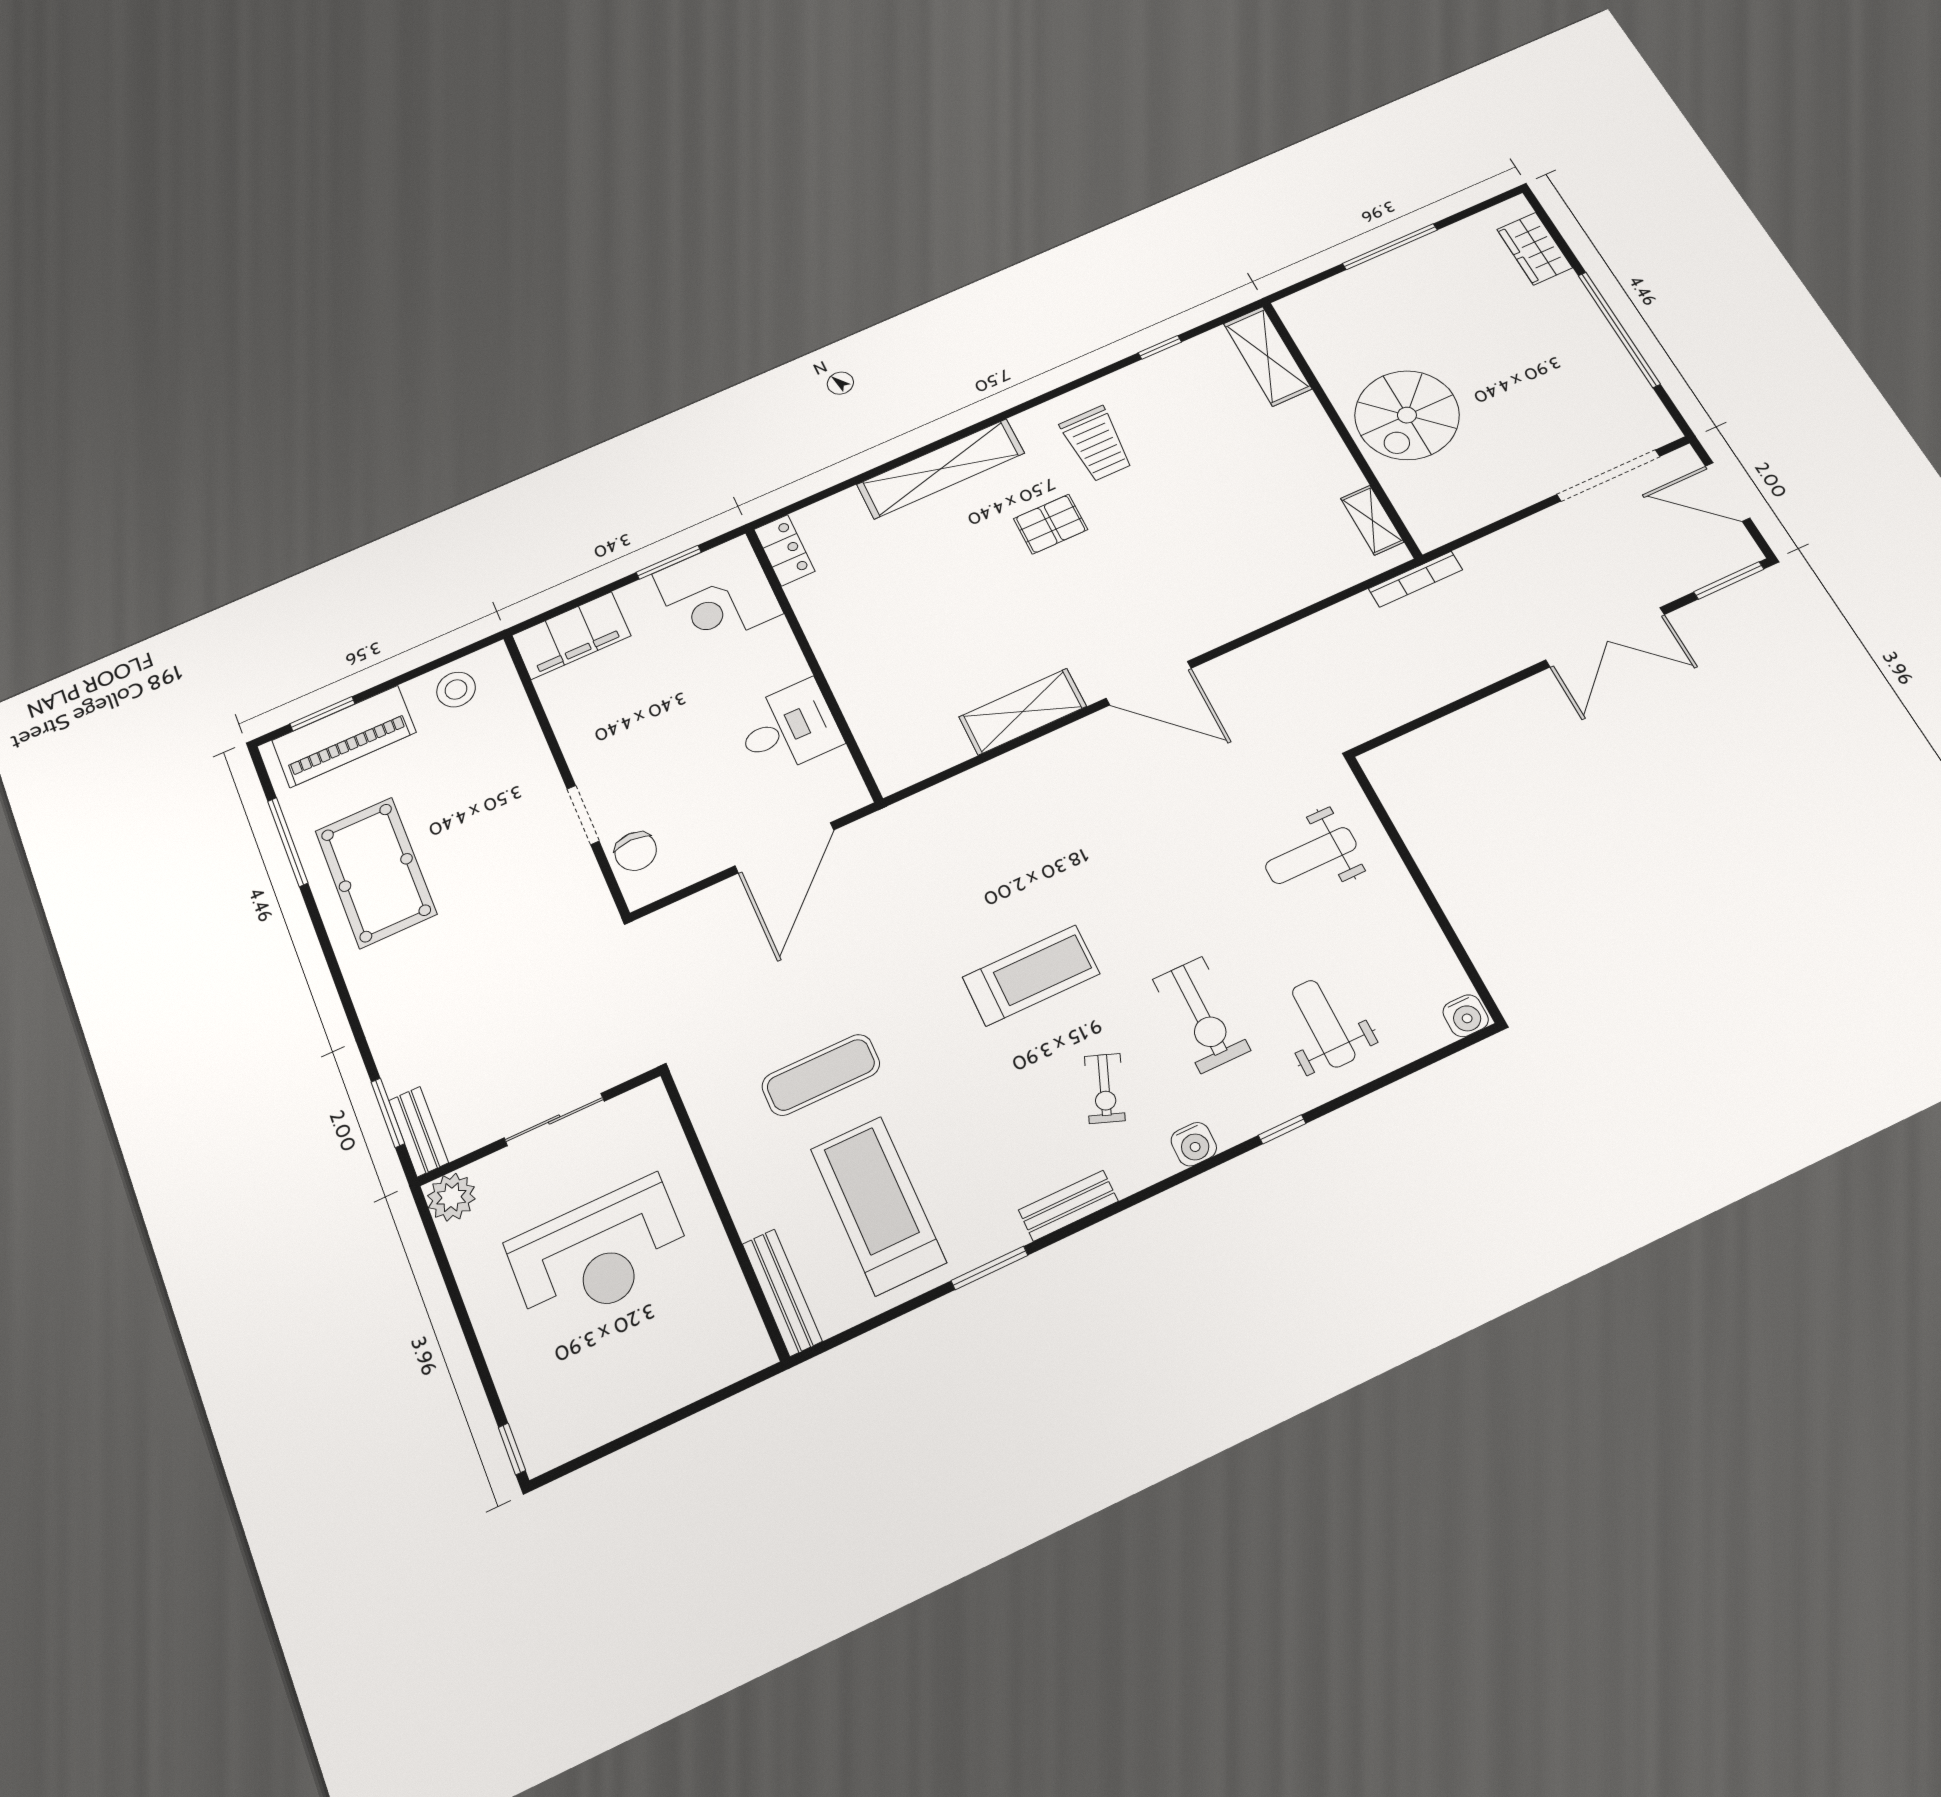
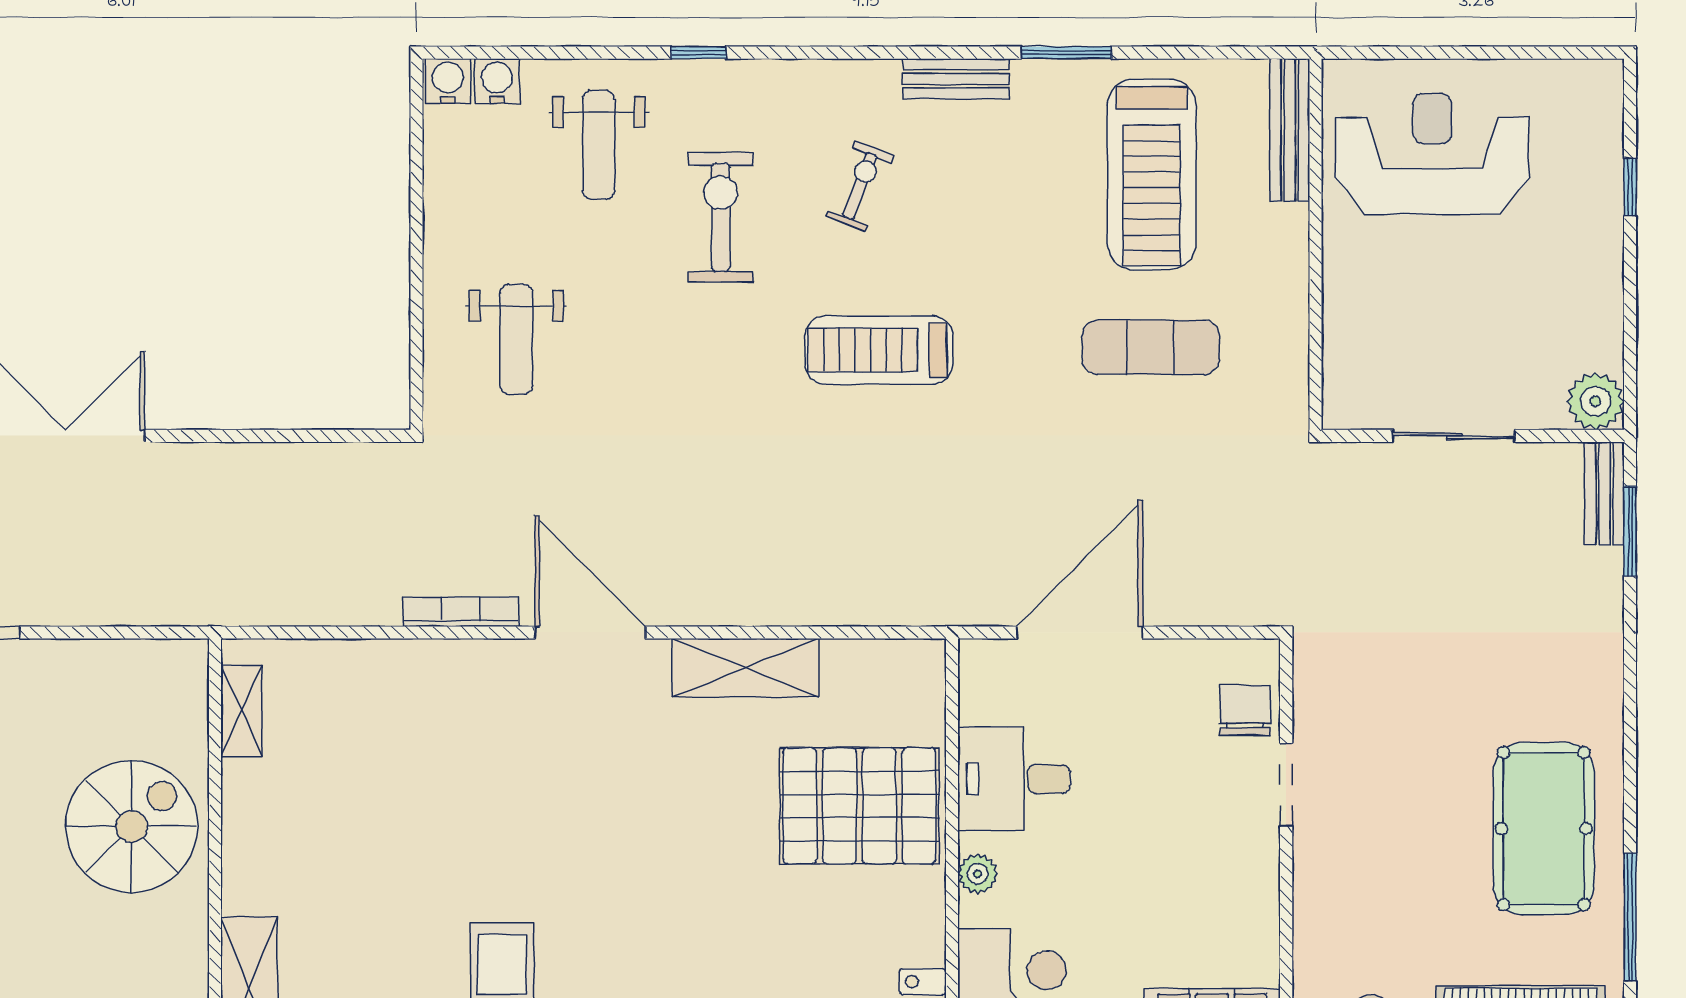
pallet: (1051, 524) -> (859, 806), moved, width x2.05, depth x2.00
bookcase: (1415, 579) -> (461, 612), moved
plant: (786, 655) -> (978, 874), added
weight bench: (1311, 856) -> (516, 339), turned 90
water cooler: (1194, 1144) -> (497, 81), moved
reception desk: (599, 1253) -> (1432, 154), moved
window: (512, 1449) -> (1630, 187), moved

